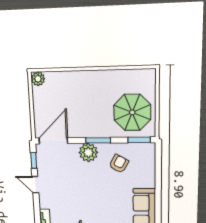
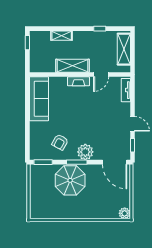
parasol: (132, 112) -> (70, 180), moved
door: (53, 141) -> (115, 162), hinge flipped

